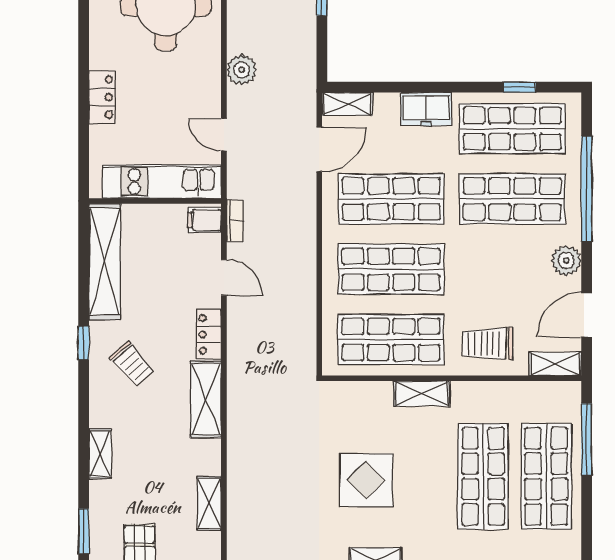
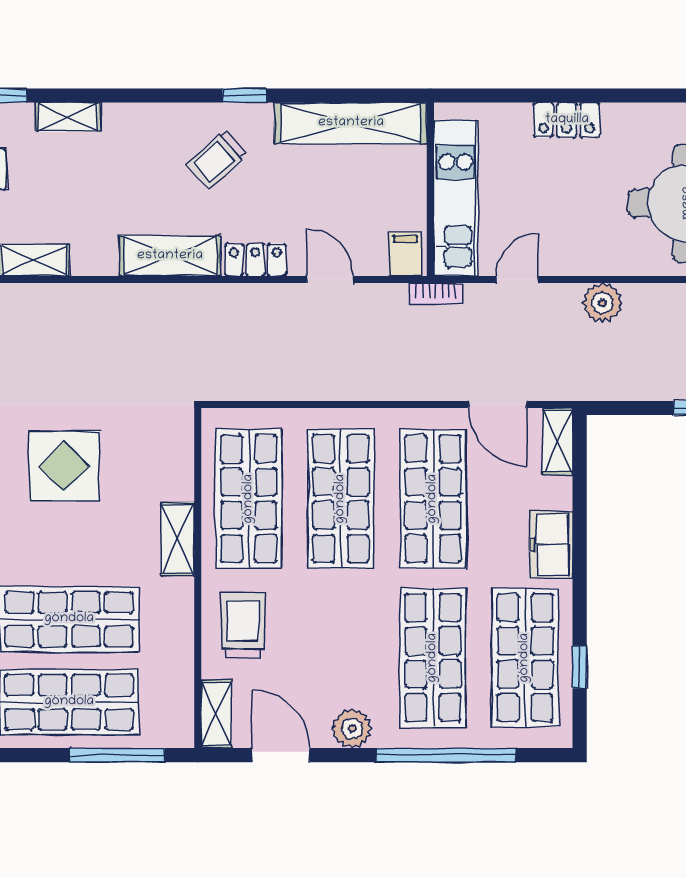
bookcase: (235, 220) -> (436, 294), moved
door: (224, 277) -> (330, 279), swing flipped
shelving: (100, 454) -> (68, 117), moved

